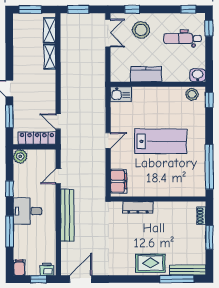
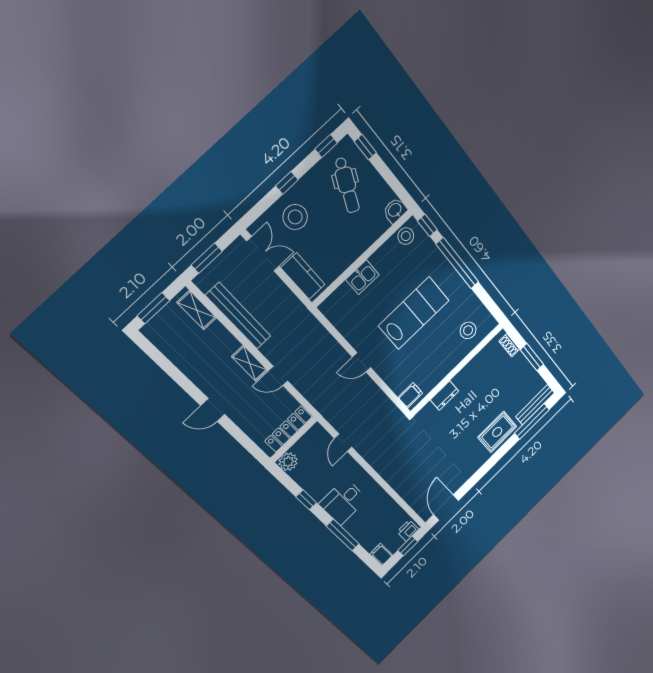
window: (132, 9) -> (287, 183), moved
dental chair: (182, 39) -> (347, 185), turned -65
shelving: (50, 57) -> (250, 363), moved
kitchen counter: (146, 74) -> (303, 276), moved, turned 90
kitchen sink: (121, 94) -> (362, 277), moved
window: (9, 116) -> (240, 436), removed
door: (58, 122) -> (278, 376), moved
door: (108, 140) -> (362, 362), swing flipped
window: (209, 167) -> (457, 263), moved
filing cabinet: (119, 181) -> (410, 395), width x0.50
stool: (184, 182) -> (468, 330), added
dresser: (138, 207) -> (444, 396), width x0.70
bench: (67, 215) -> (238, 316), moved

